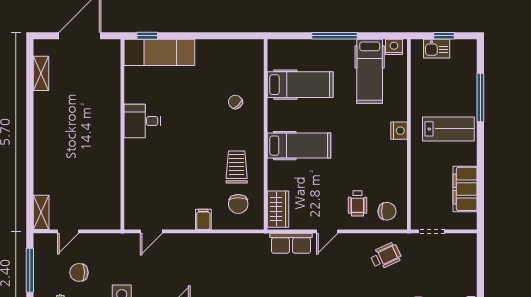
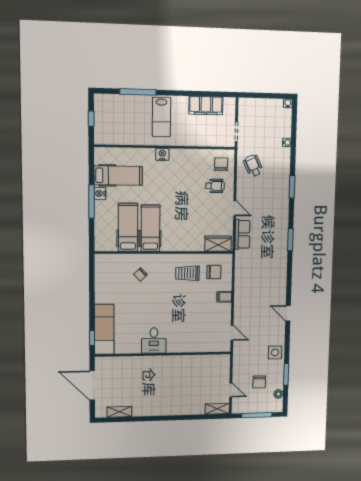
nightstand: (394, 47) -> (100, 193), moved
kitchen sink: (437, 49) -> (101, 125), removed
lab bench: (448, 129) -> (161, 117), turned 180
hospital bed: (299, 146) -> (150, 228), moved

